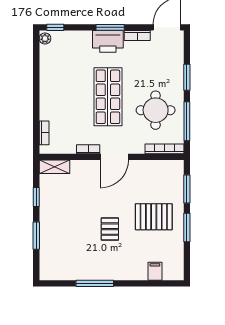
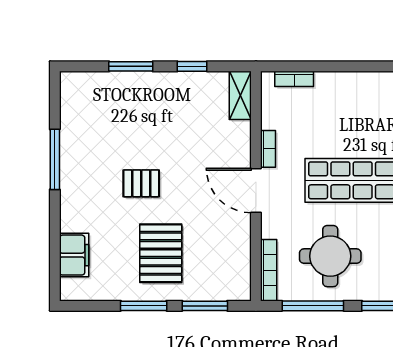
filing cabinet: (155, 271) -> (74, 255), width x2.00

